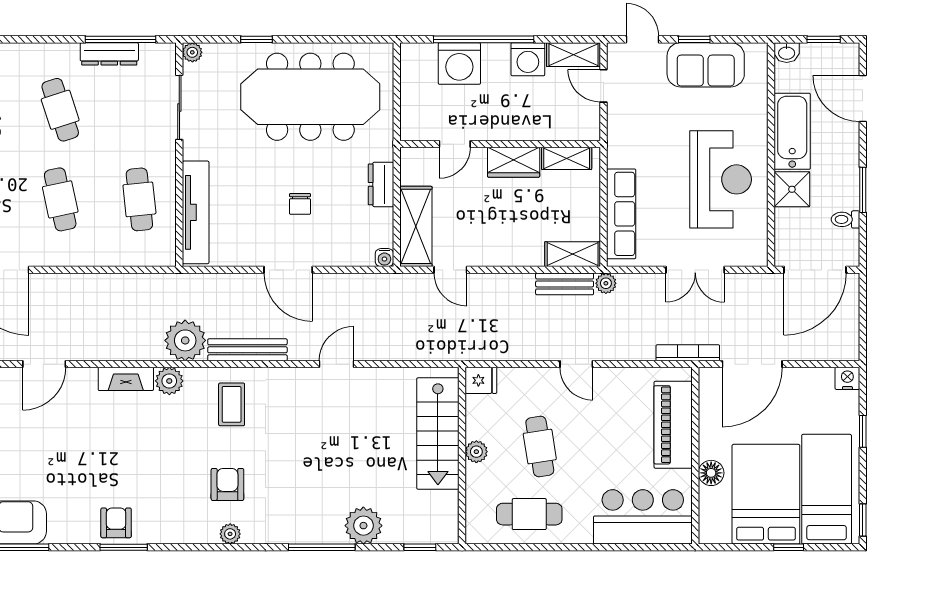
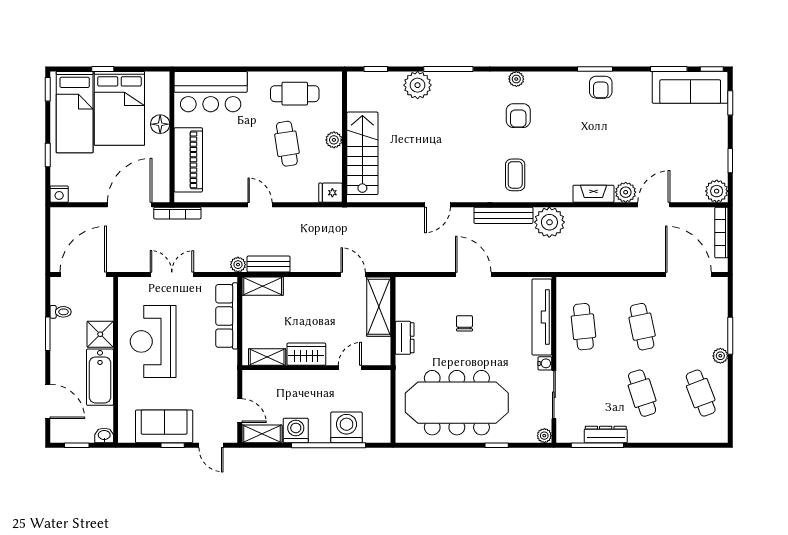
water cooler: (384, 258) -> (545, 363), moved, turned 90
plant: (169, 381) -> (626, 192), moved

